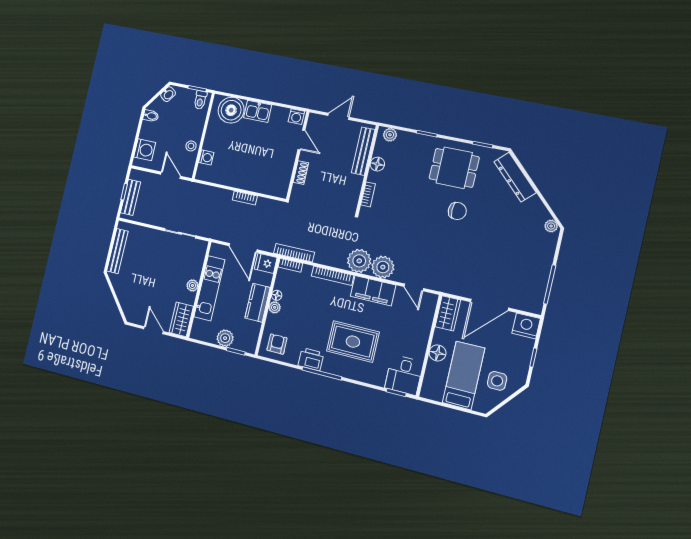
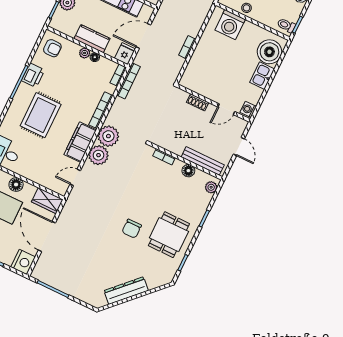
washing machine: (206, 157) -> (230, 25), width x1.89, depth x1.89
dresser: (515, 177) -> (126, 291), moved
plant: (551, 226) -> (101, 302), removed

